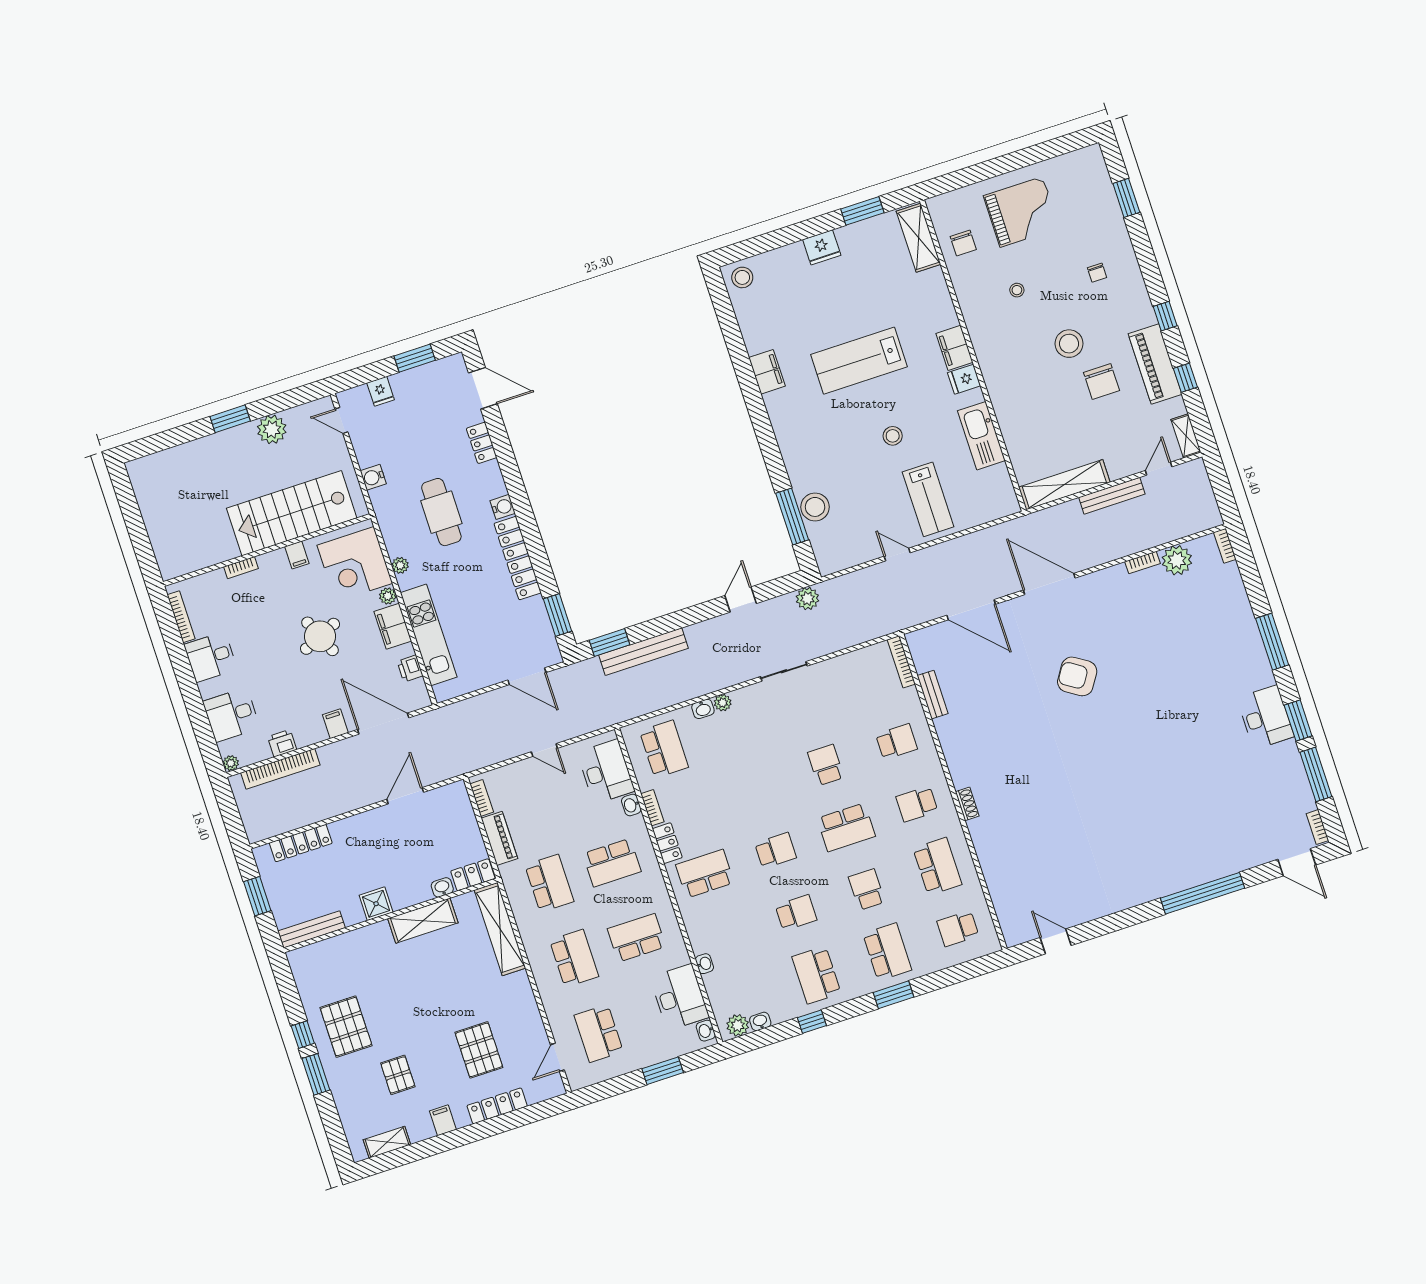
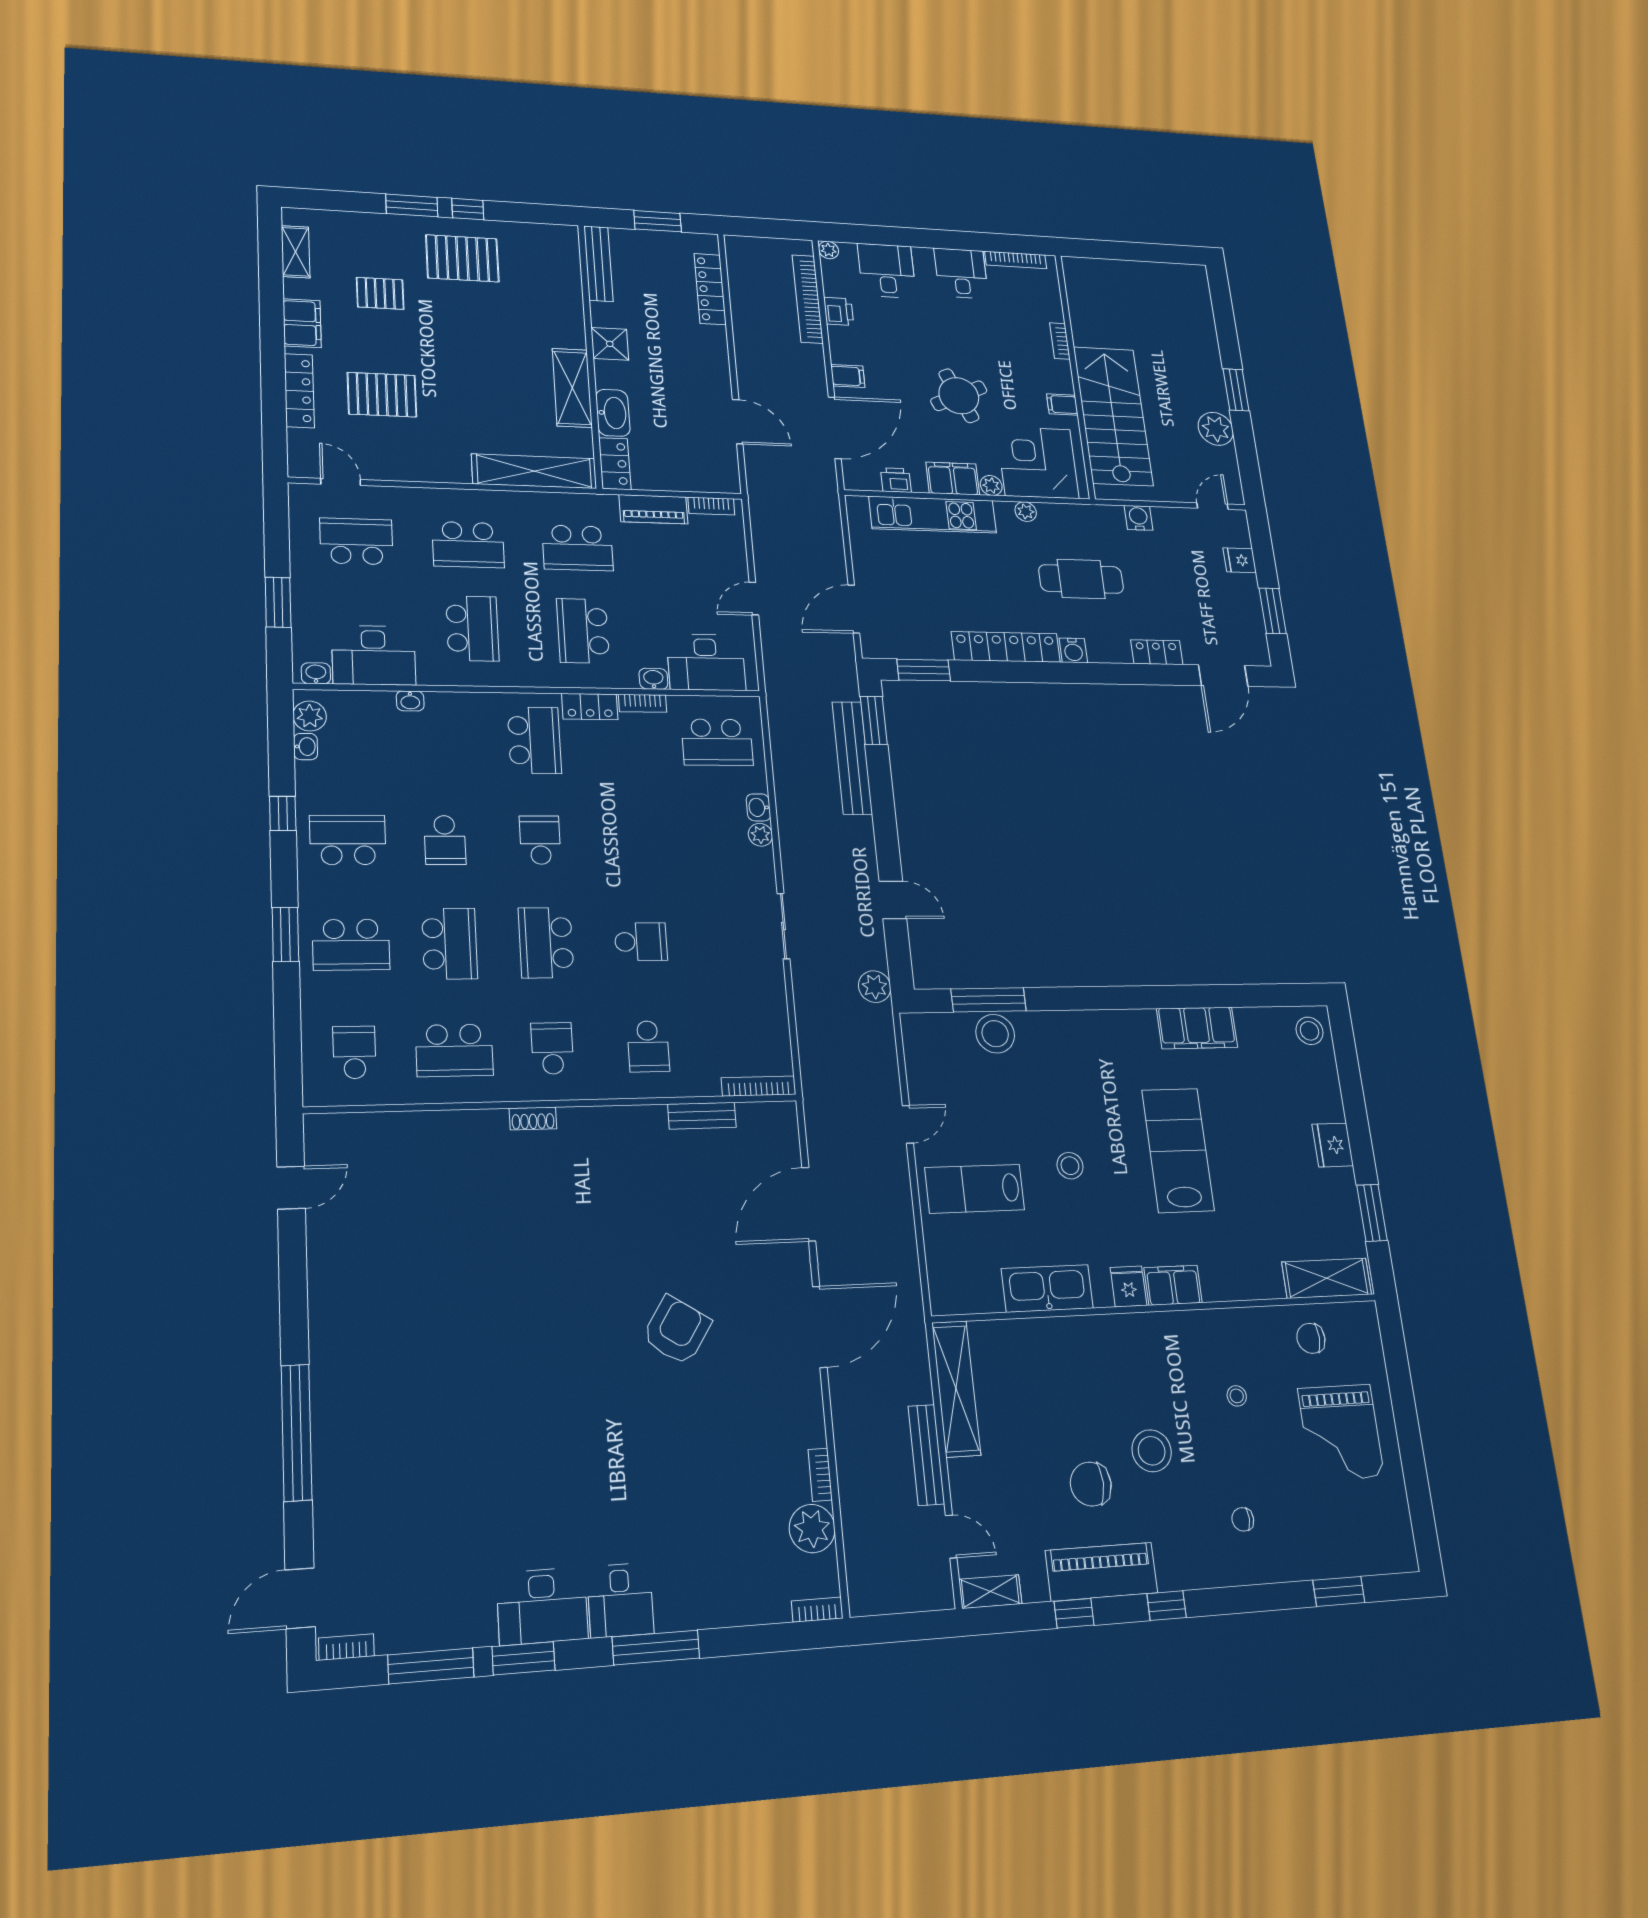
filing cabinet: (767, 372) -> (1197, 1028), width x1.50, depth x1.17
desk: (1250, 670) -> (620, 1600), added
school desk: (776, 850) -> (540, 840), turned 180
washbasin: (442, 887) -> (613, 413), width x1.91, depth x1.45
school desk: (867, 889) -> (450, 944), width x1.85
filing cabinet: (443, 1120) -> (302, 323), width x2.00

